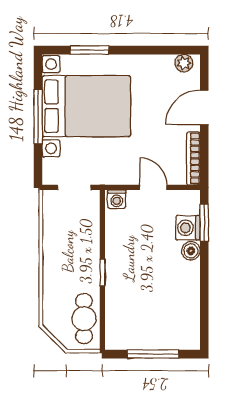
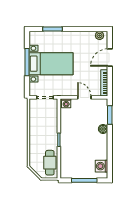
bed with nightstands: (86, 106) -> (51, 64), width x0.73
washing machine: (188, 228) -> (102, 166), moved

